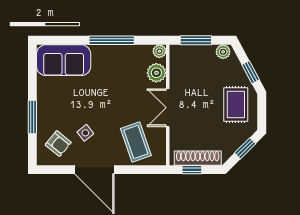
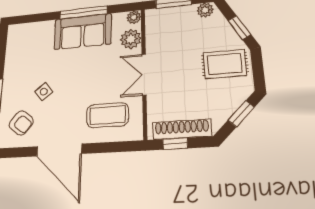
sofa: (64, 60) -> (83, 31), moved
rug: (236, 104) -> (225, 64), turned 90
side table: (85, 133) -> (44, 92), moved
coffee table: (136, 142) -> (108, 115), turned -71

